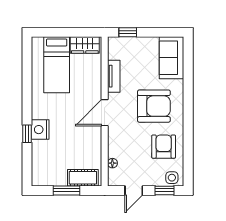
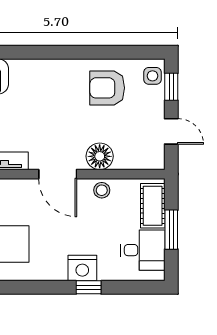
armchair: (154, 106) -> (48, 102), removed
stool: (93, 143) -> (102, 190), added
floor lamp: (112, 163) -> (100, 156), moved, width x1.89, depth x1.89
desk: (52, 171) -> (143, 250), added

